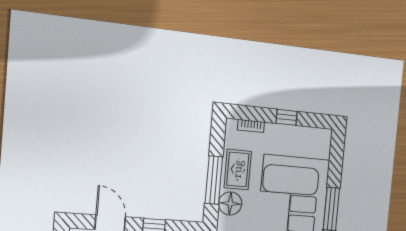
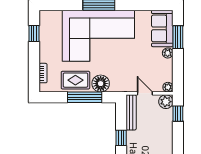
window: (287, 117) -> (34, 33), moved

